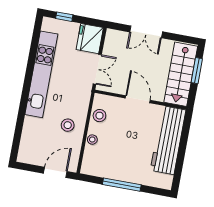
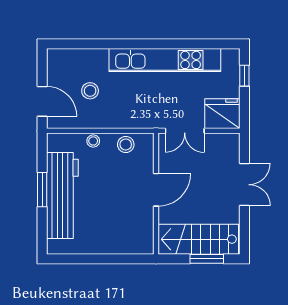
double door: (146, 32) -> (244, 185), swing flipped
stool: (68, 125) -> (90, 91), moved
workbench: (168, 140) -> (62, 195), moved, turned 90
window: (122, 185) -> (42, 190), width x0.69

